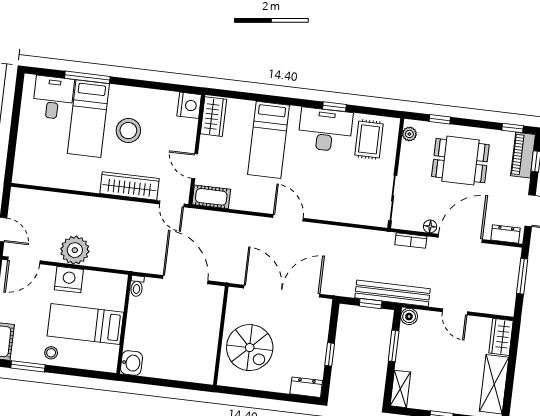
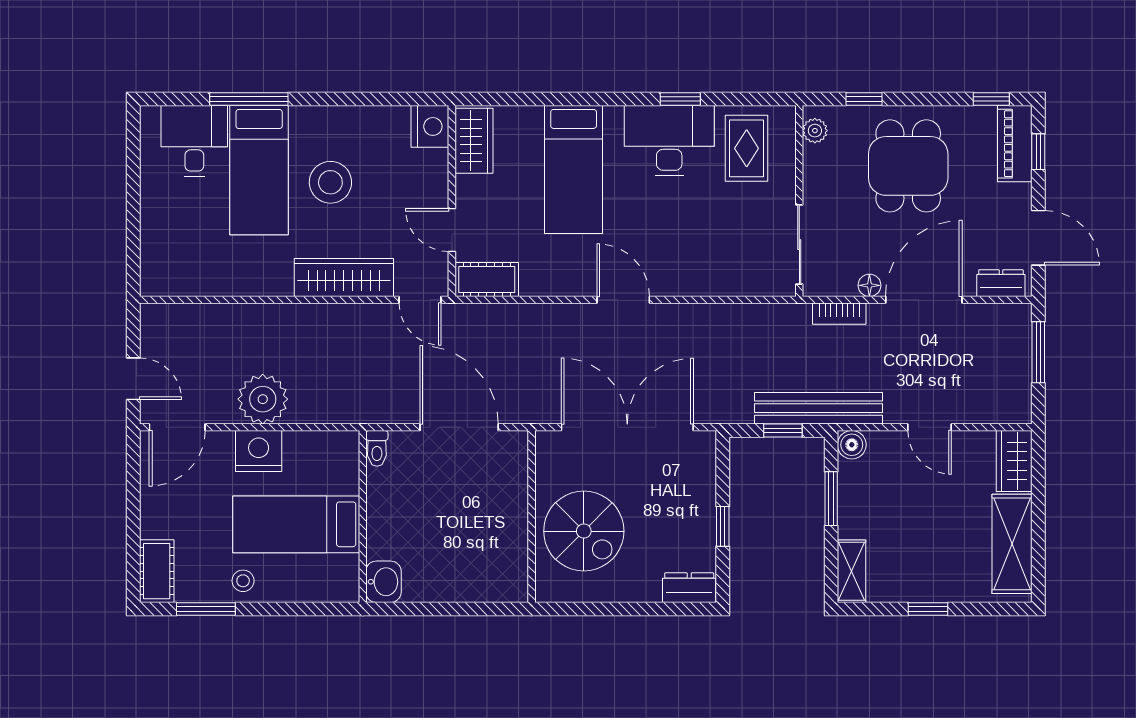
dining table: (460, 161) -> (908, 166), turned 90

